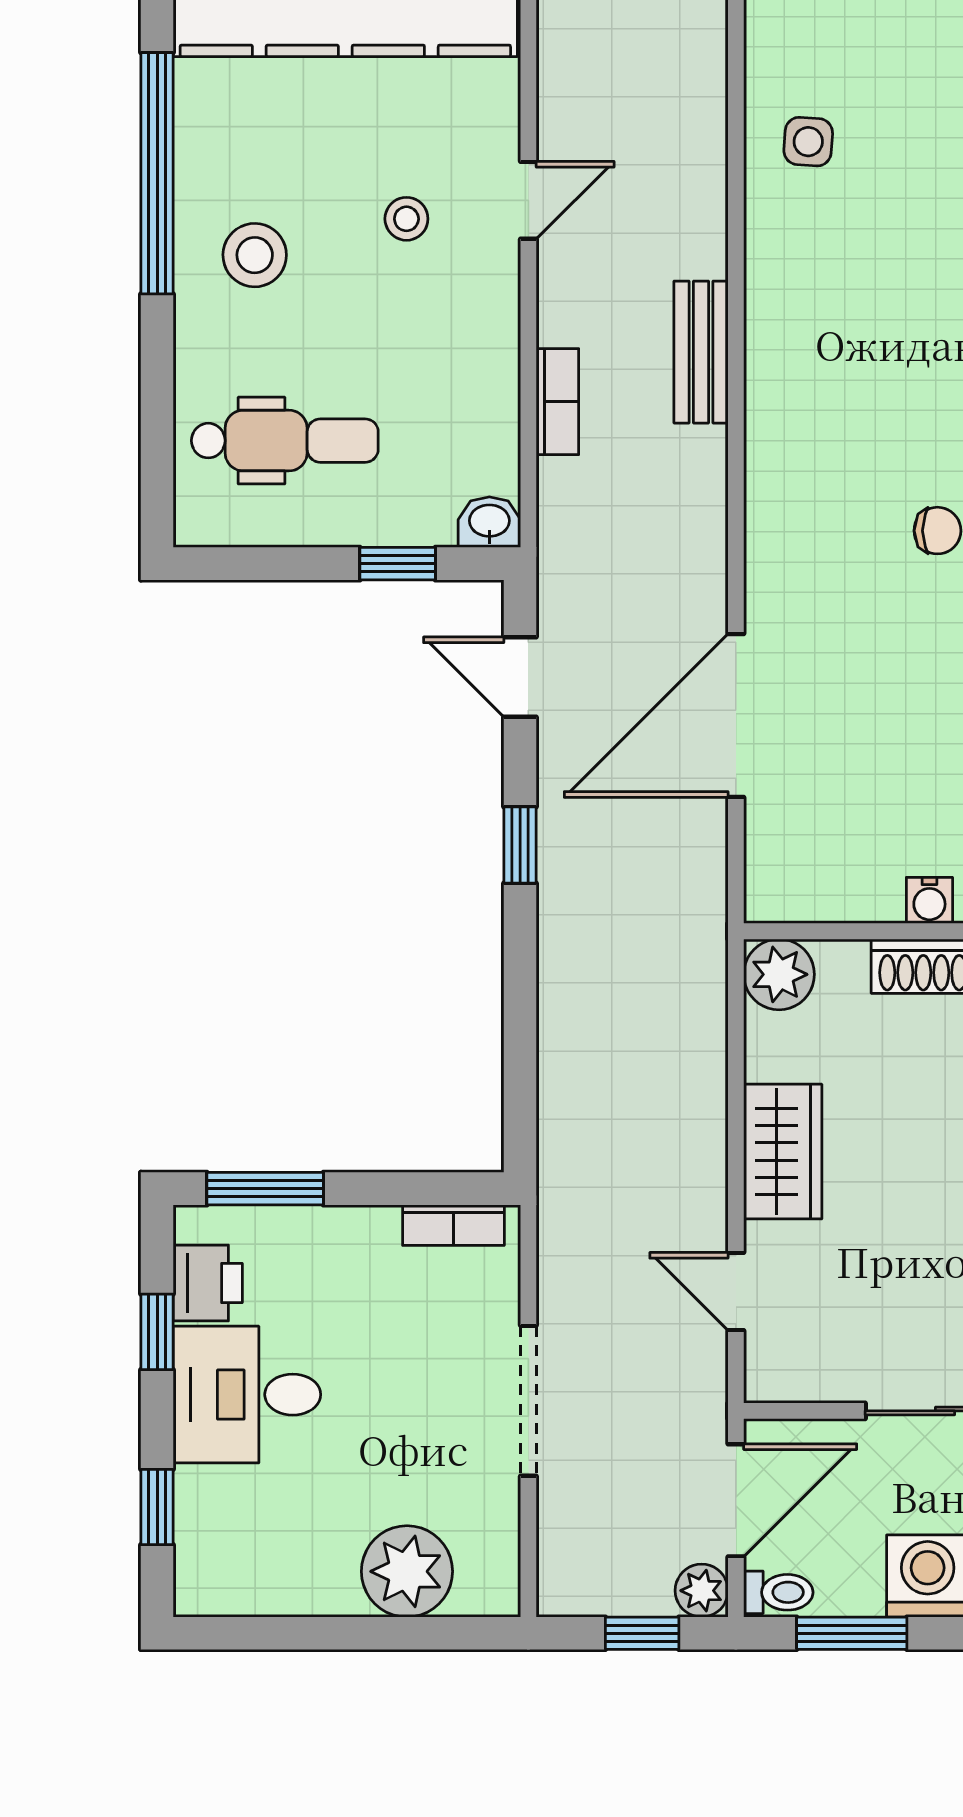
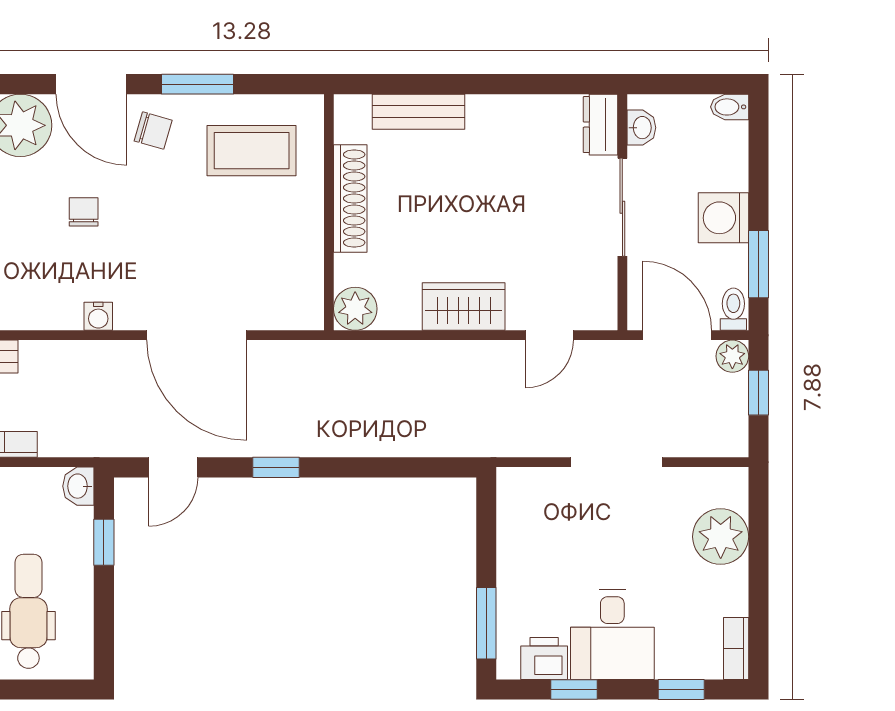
water cooler: (929, 900) -> (98, 316), moved, turned 90
bookcase: (453, 1225) -> (736, 648), moved, turned 180

